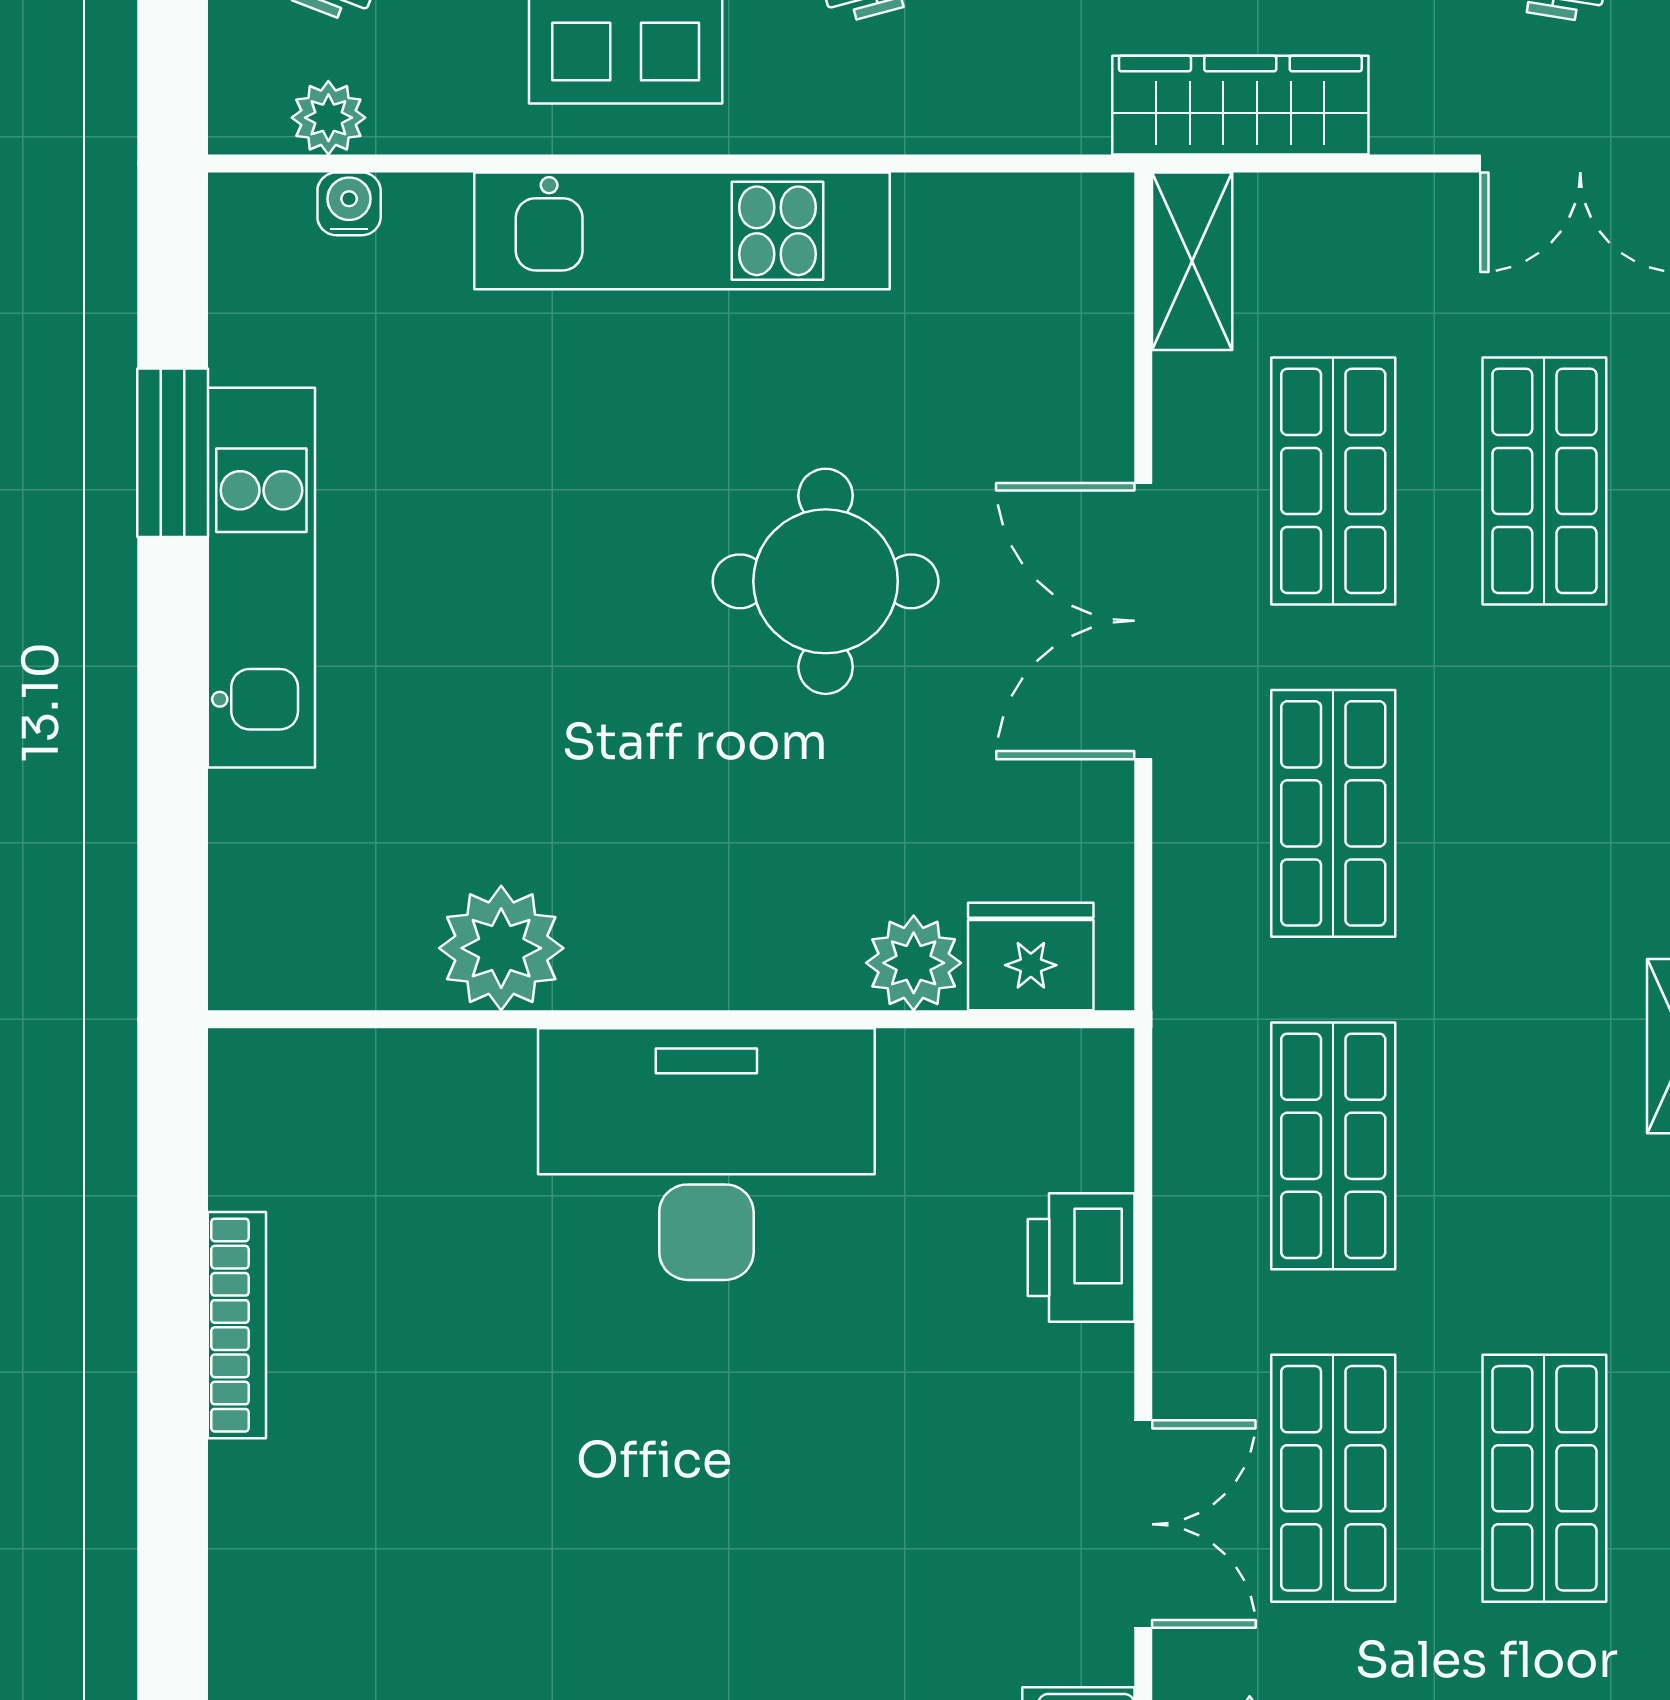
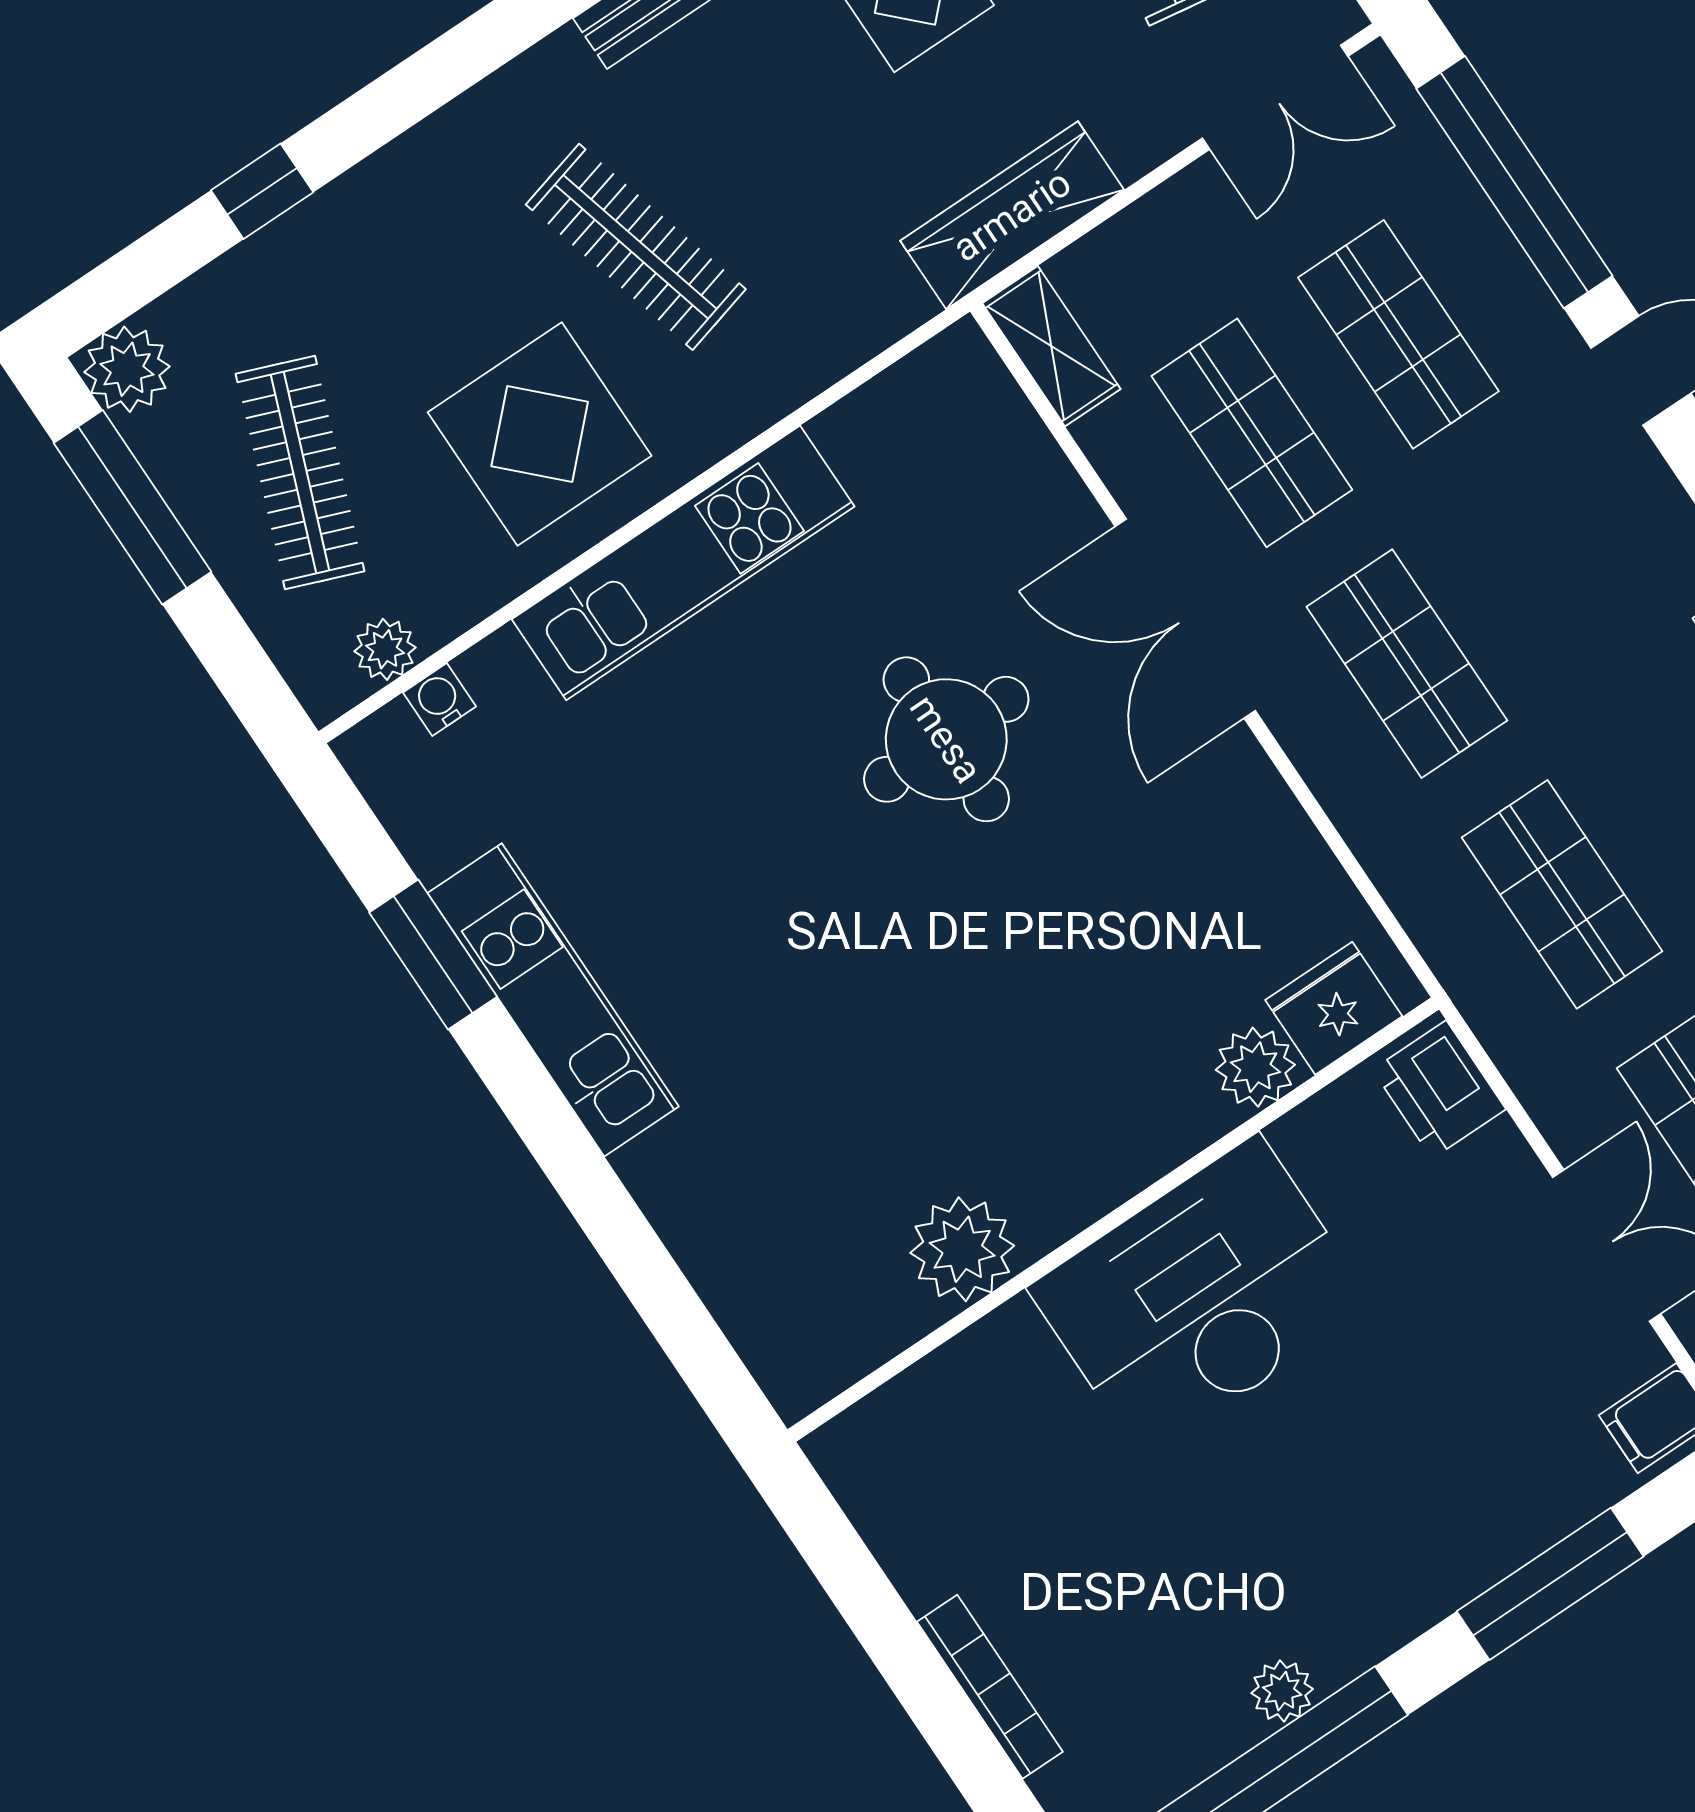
plant: (501, 948) -> (962, 1249), moved
fridge: (1031, 957) -> (1334, 1008), moved
plant: (914, 963) -> (1255, 1067), moved
wall: (671, 1019) -> (1113, 1219), moved
desk: (706, 1154) -> (1201, 1297), moved
bookcase: (237, 1325) -> (990, 1687), moved

